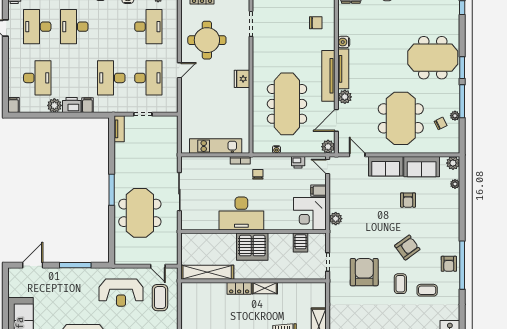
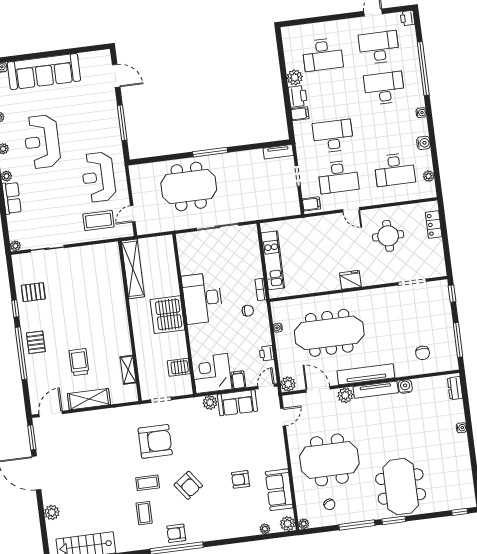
round table: (207, 40) -> (388, 236), width x0.73, depth x0.73
filing cabinet: (13, 105) -> (311, 204), moved
plant: (455, 116) -> (304, 524), moved
sofa: (386, 166) -> (237, 403), moved, turned -90
locker: (239, 288) -> (120, 306), removed
shelving: (265, 288) -> (128, 370), moved

